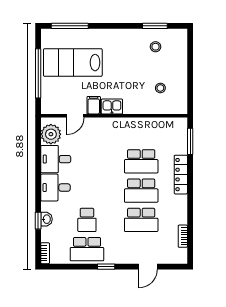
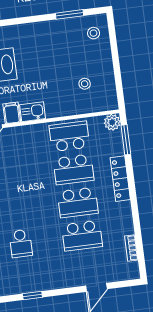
stool: (156, 47) -> (94, 33), moved
plant: (180, 125) -> (112, 122), added
school desk: (87, 249) -> (69, 136), moved, turned 180
window: (106, 267) -> (32, 296), moved

